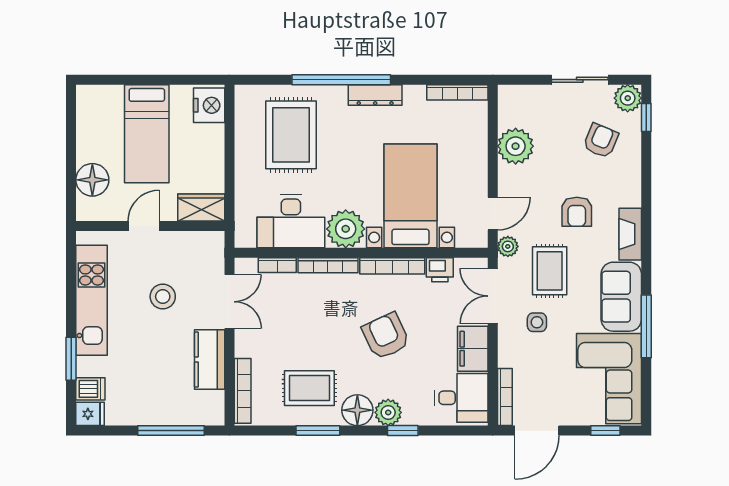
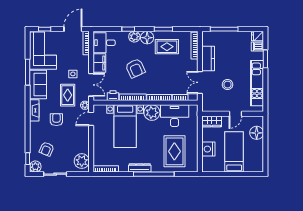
nightstand: (209, 105) -> (208, 149), moved
plant: (516, 146) -> (82, 161), moved

